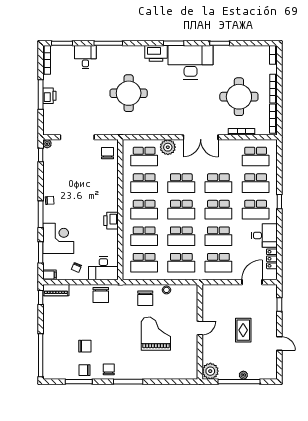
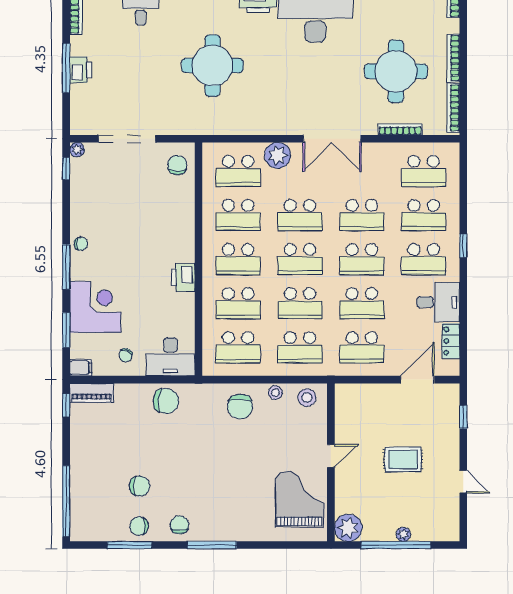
stool: (185, 293) -> (307, 398), added
chair: (101, 295) -> (166, 401), turned -84
rug: (243, 330) -> (403, 460), turned 90
grand piano: (156, 334) -> (300, 499), moved

